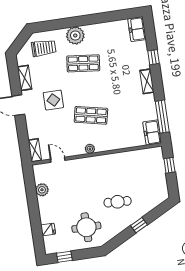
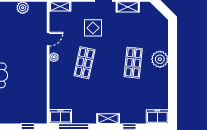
trolley: (44, 48) -> (153, 28), removed
display table: (53, 100) -> (93, 28), moved
door: (58, 160) -> (48, 39), moved

